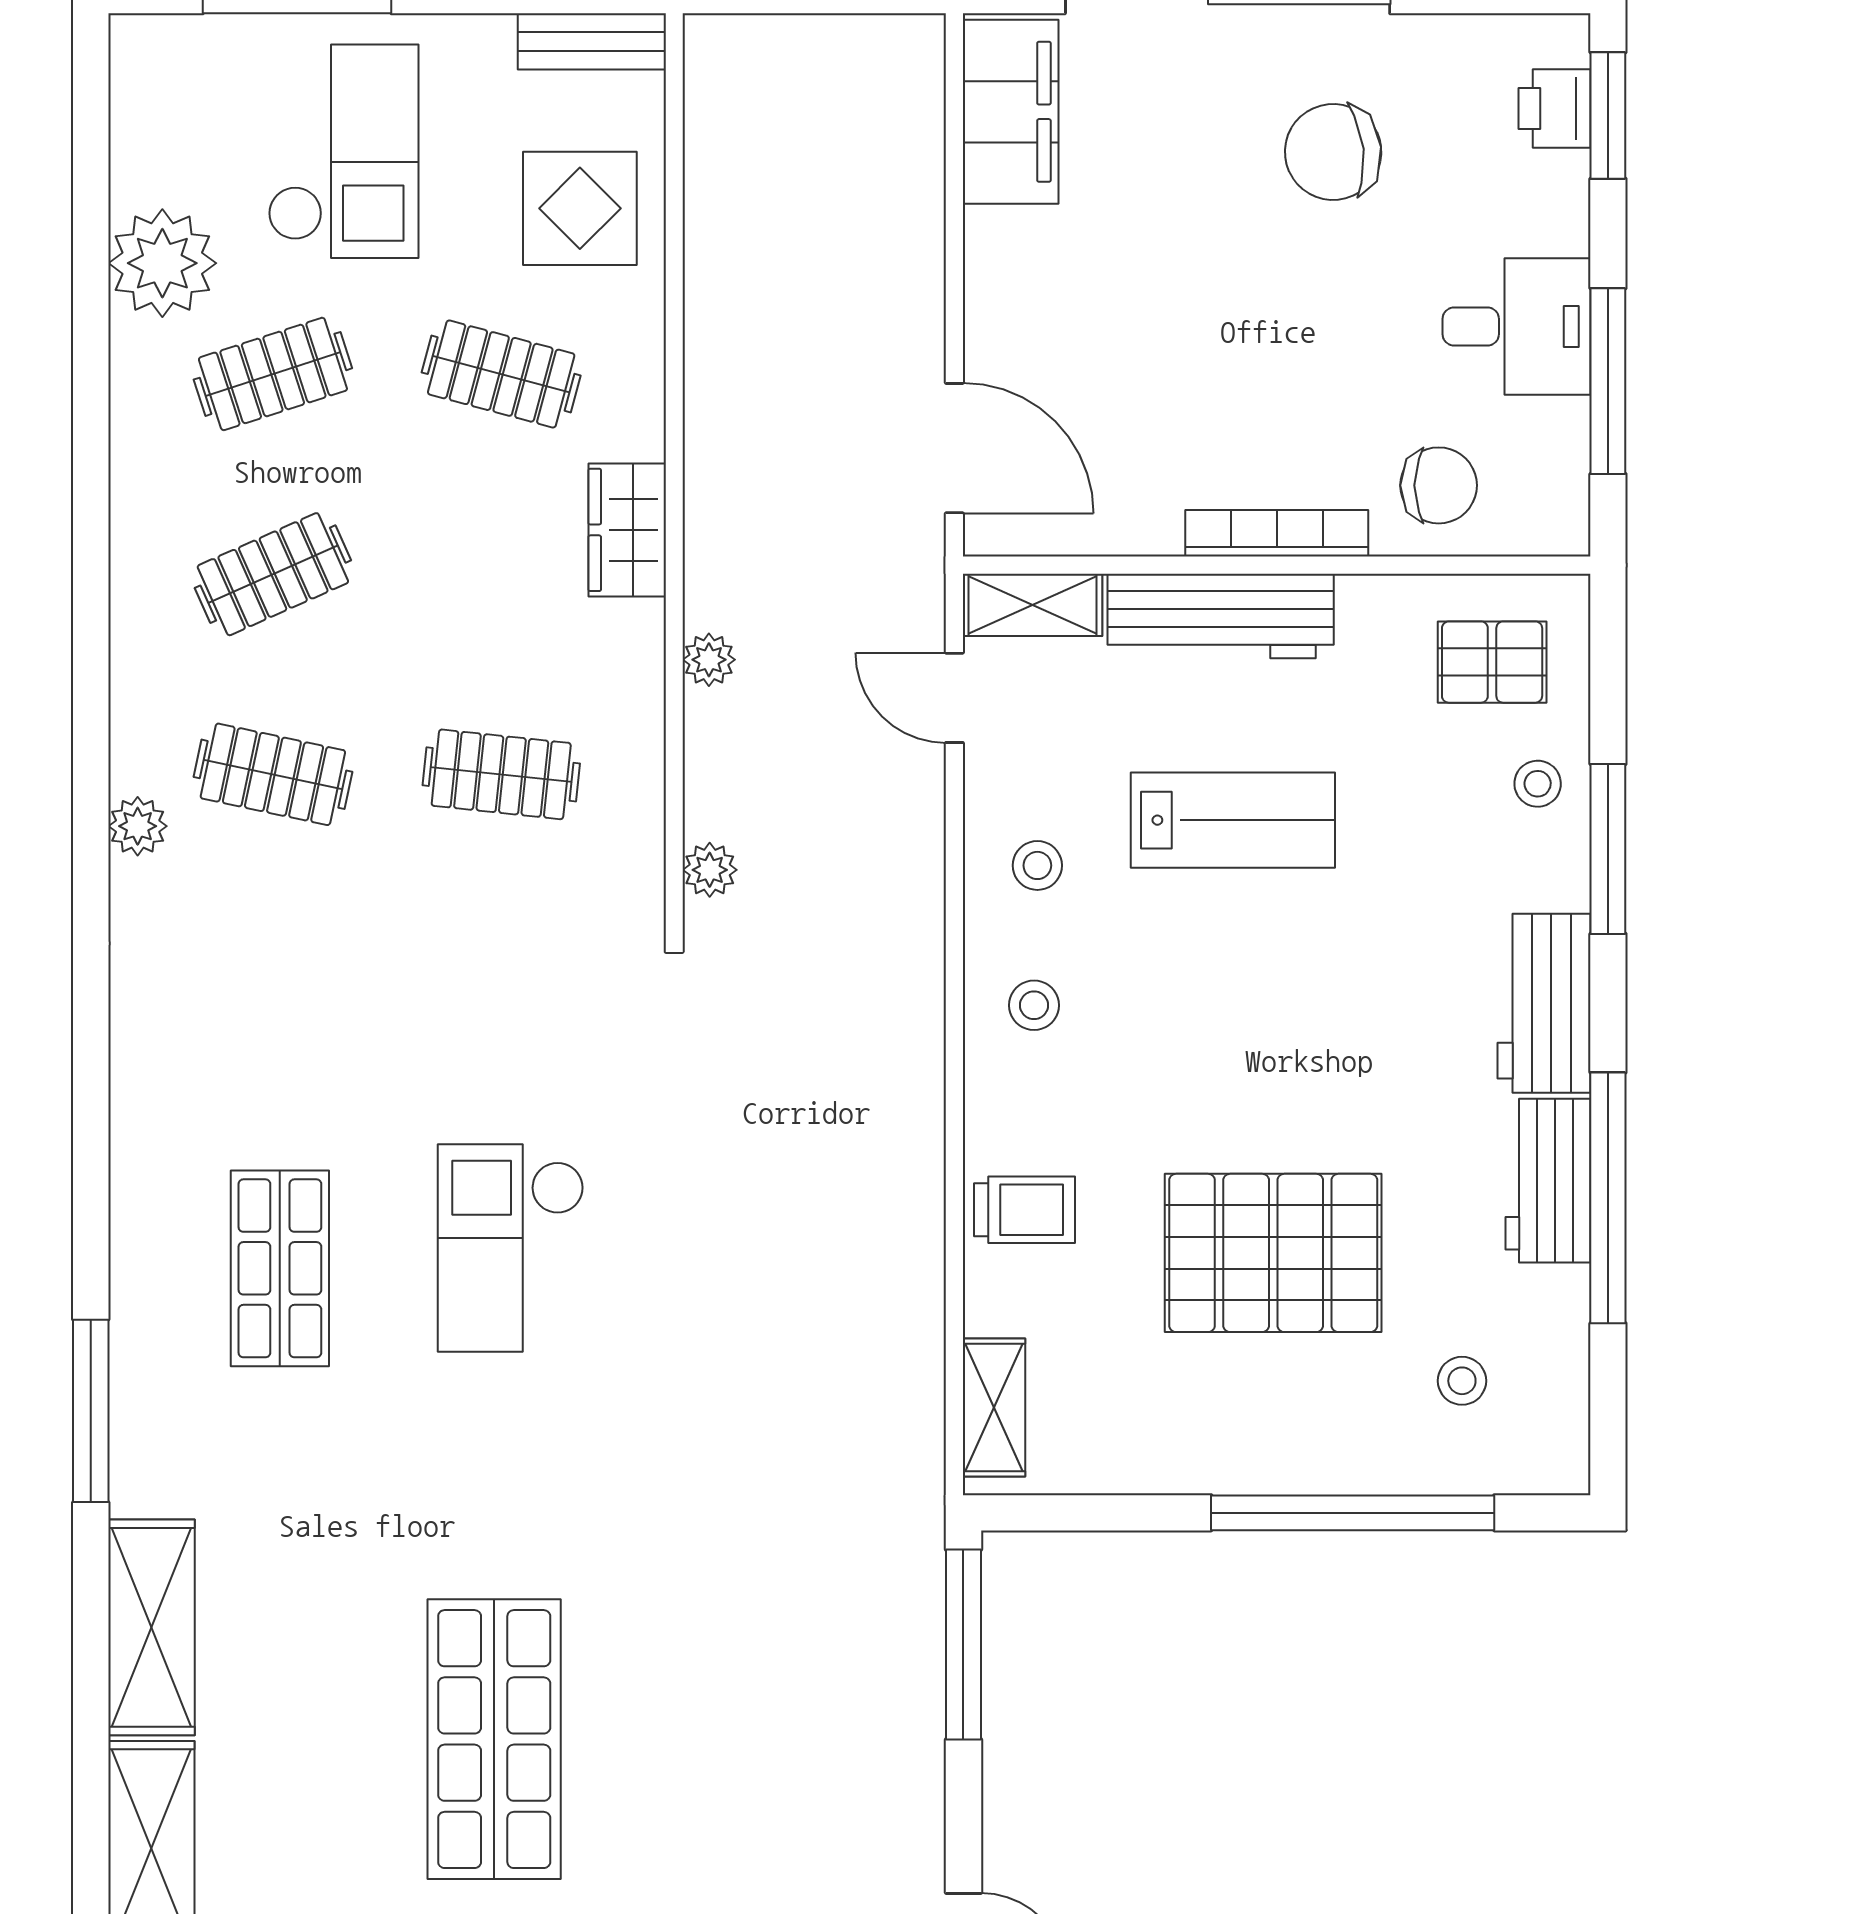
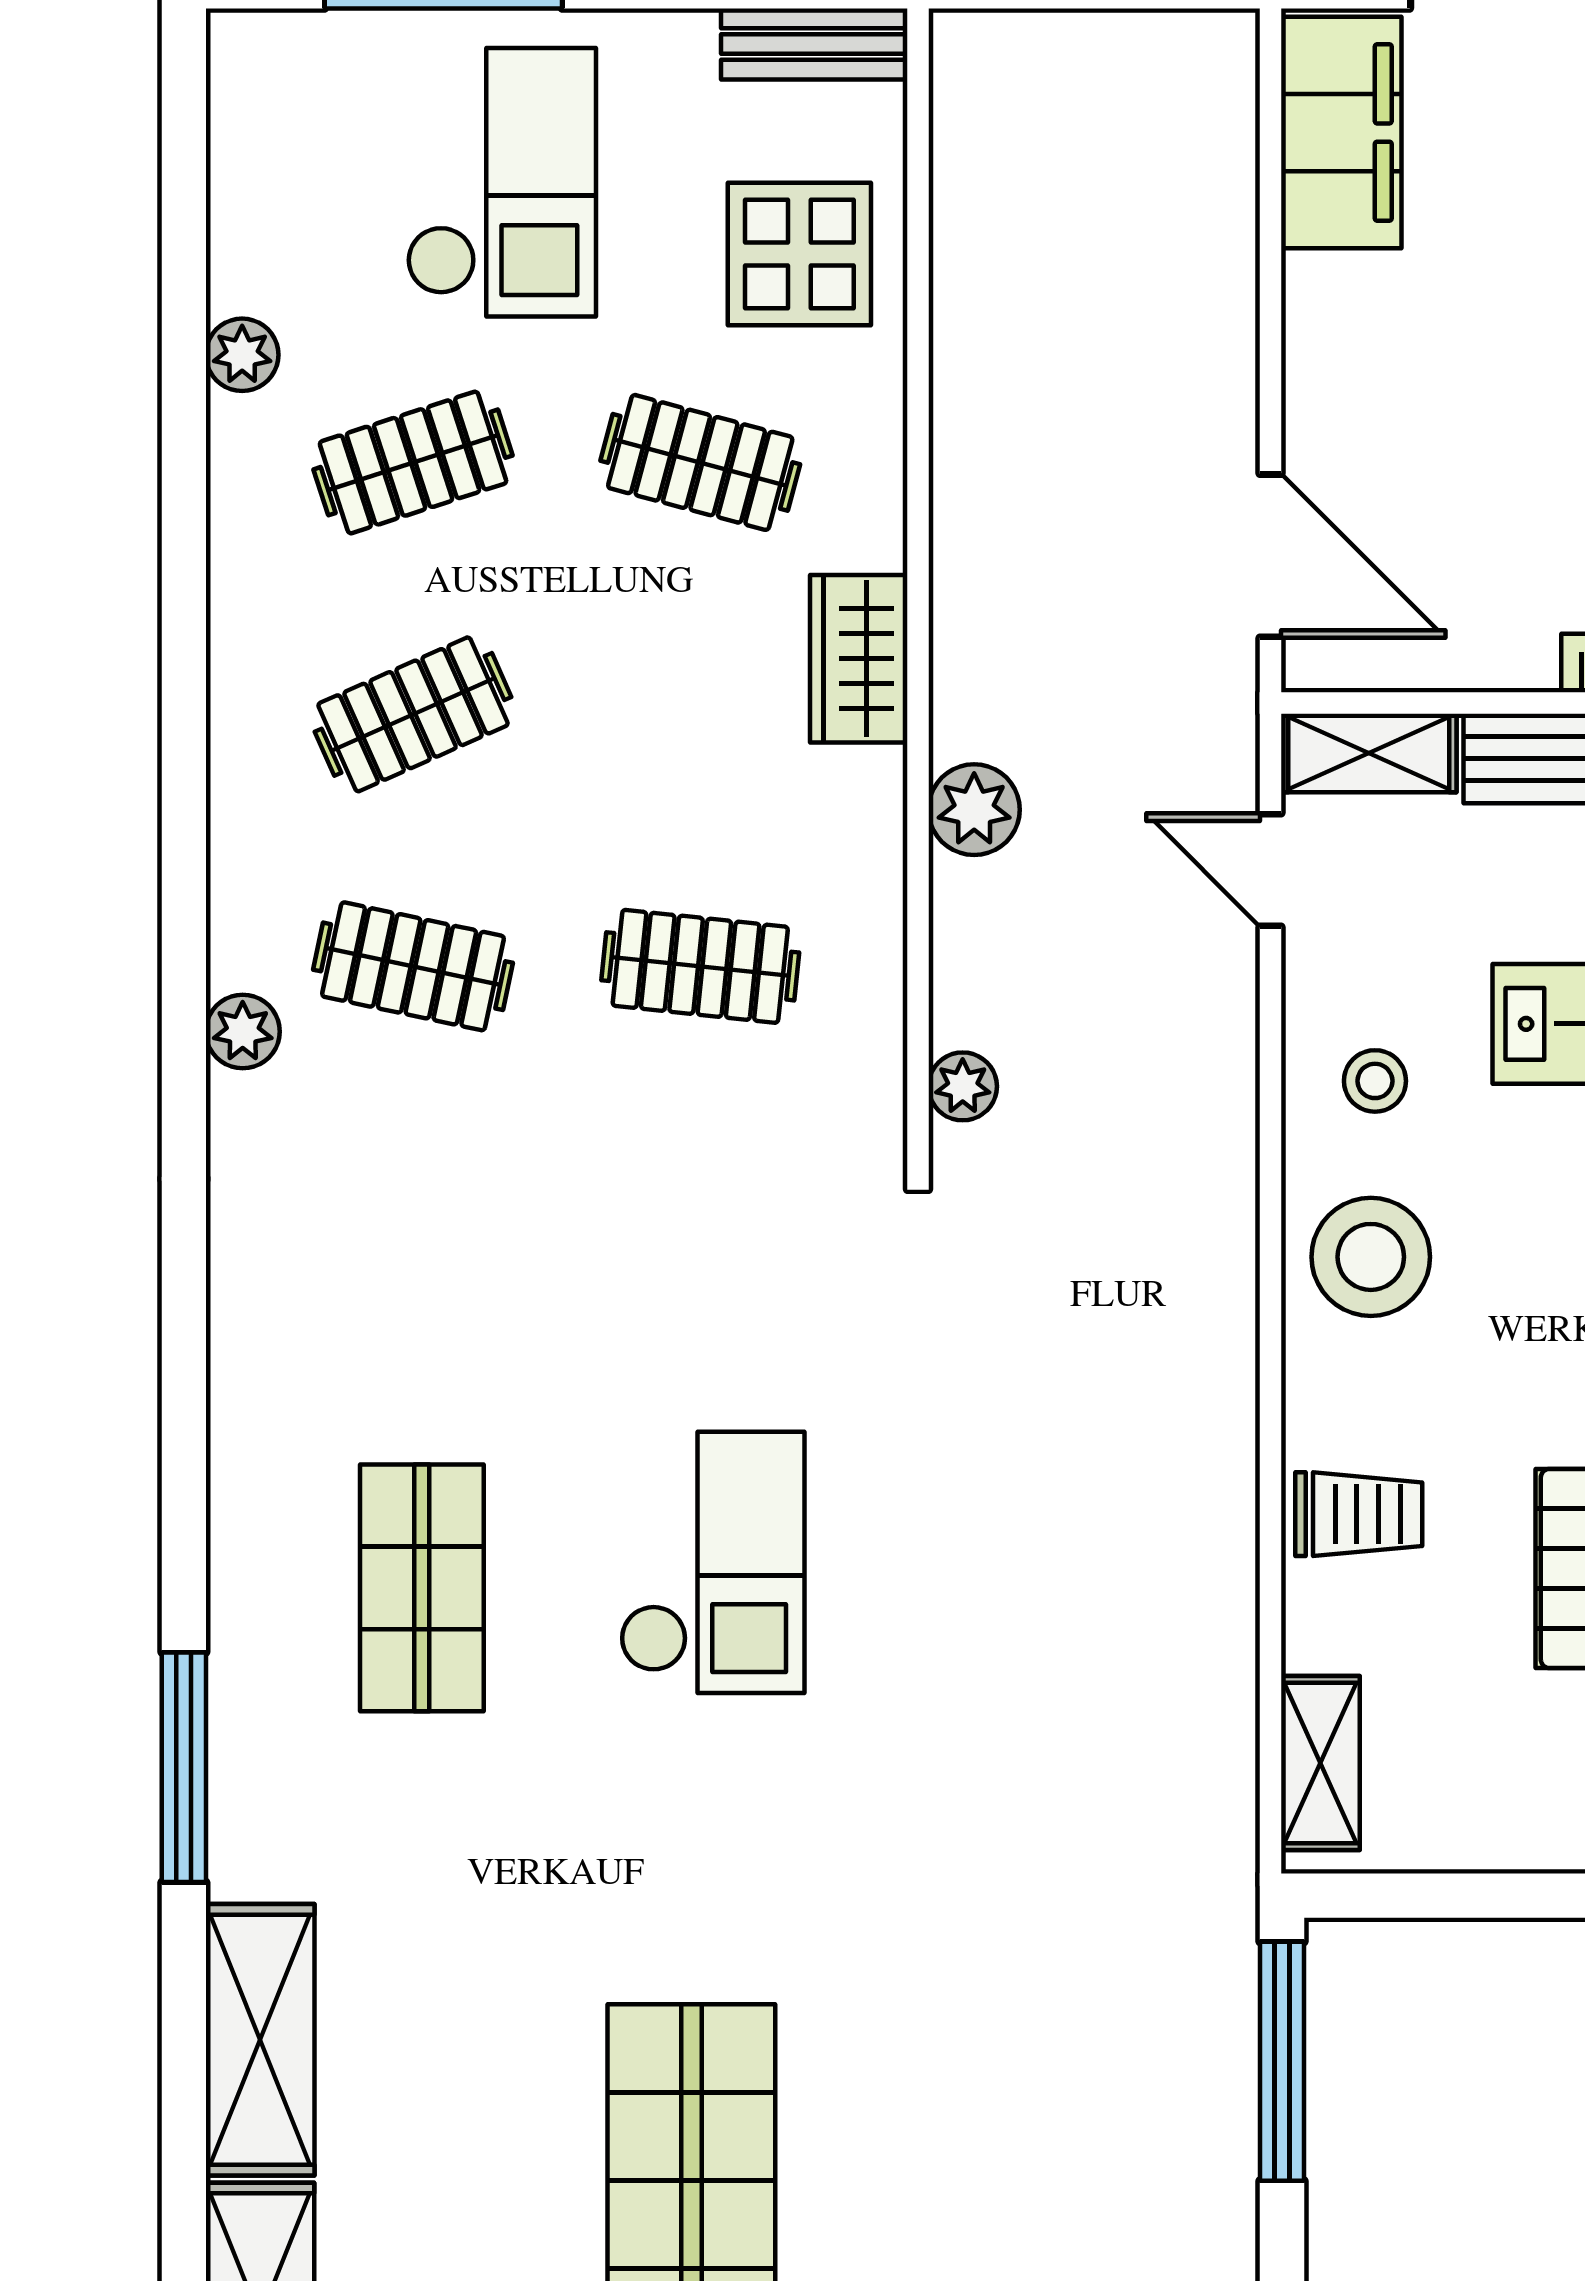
plant: (162, 263) -> (242, 355), width x0.53, depth x0.53
plant: (709, 660) -> (974, 810), width x1.38, depth x1.38
stool: (1034, 1005) -> (1371, 1257), width x1.89, depth x1.89
checkout: (511, 1248) -> (712, 1562), turned 180

